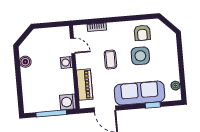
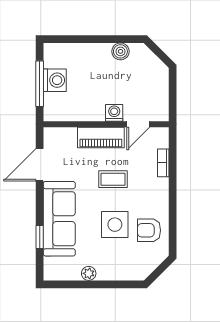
piano: (85, 85) -> (101, 137), moved
plant: (175, 86) -> (89, 273), moved
washing machine: (68, 102) -> (55, 80), moved, turned 90

